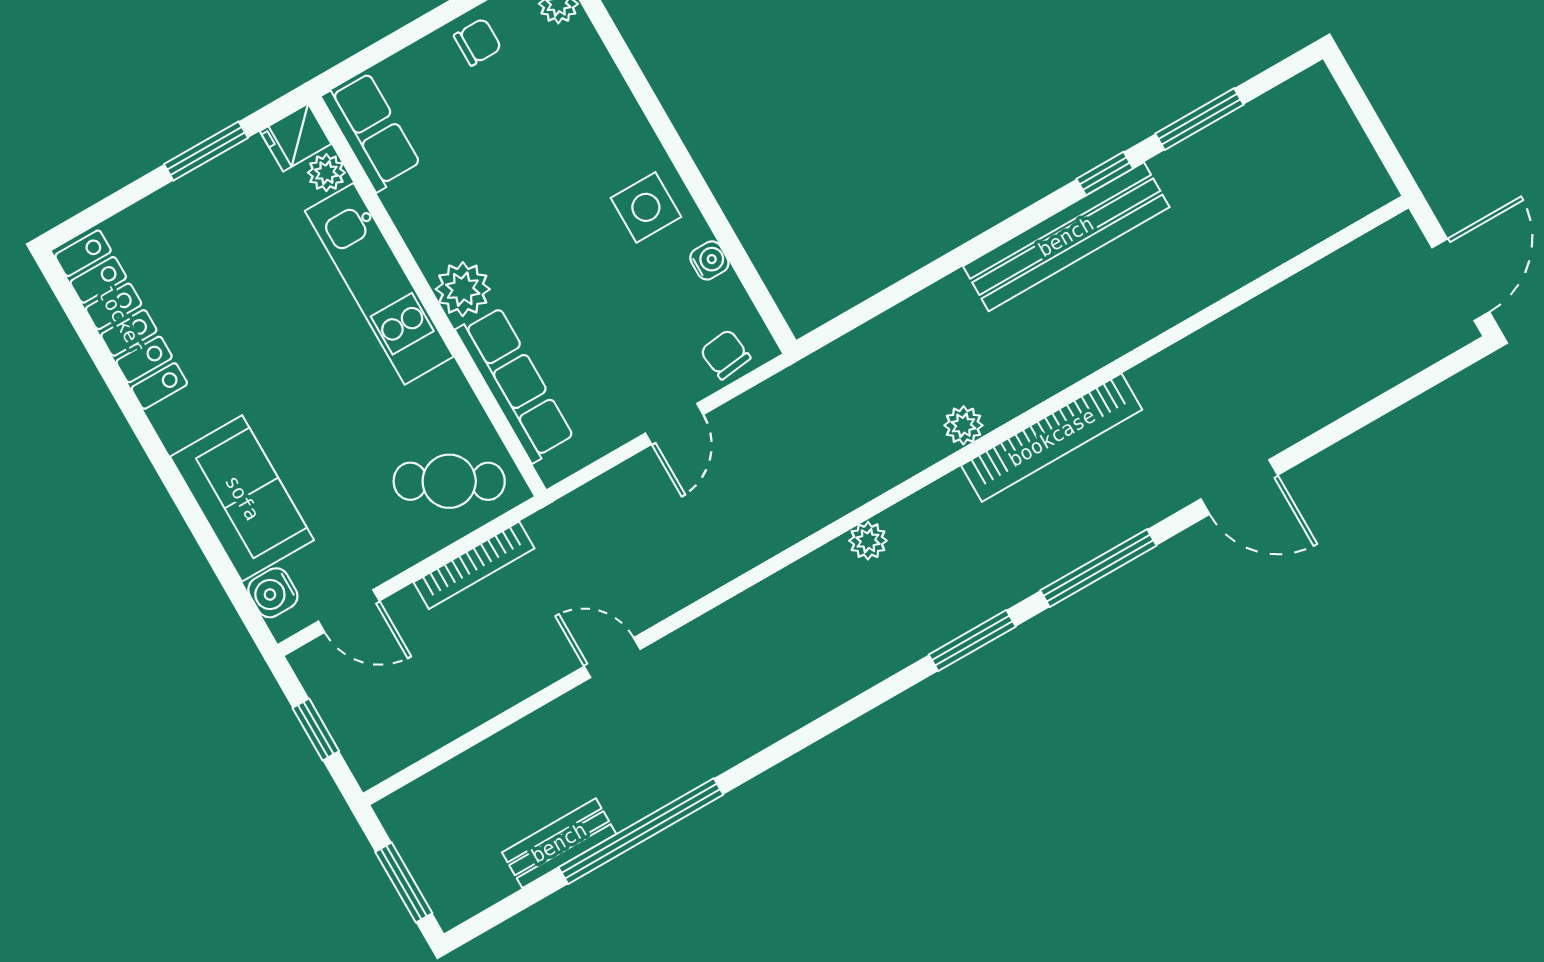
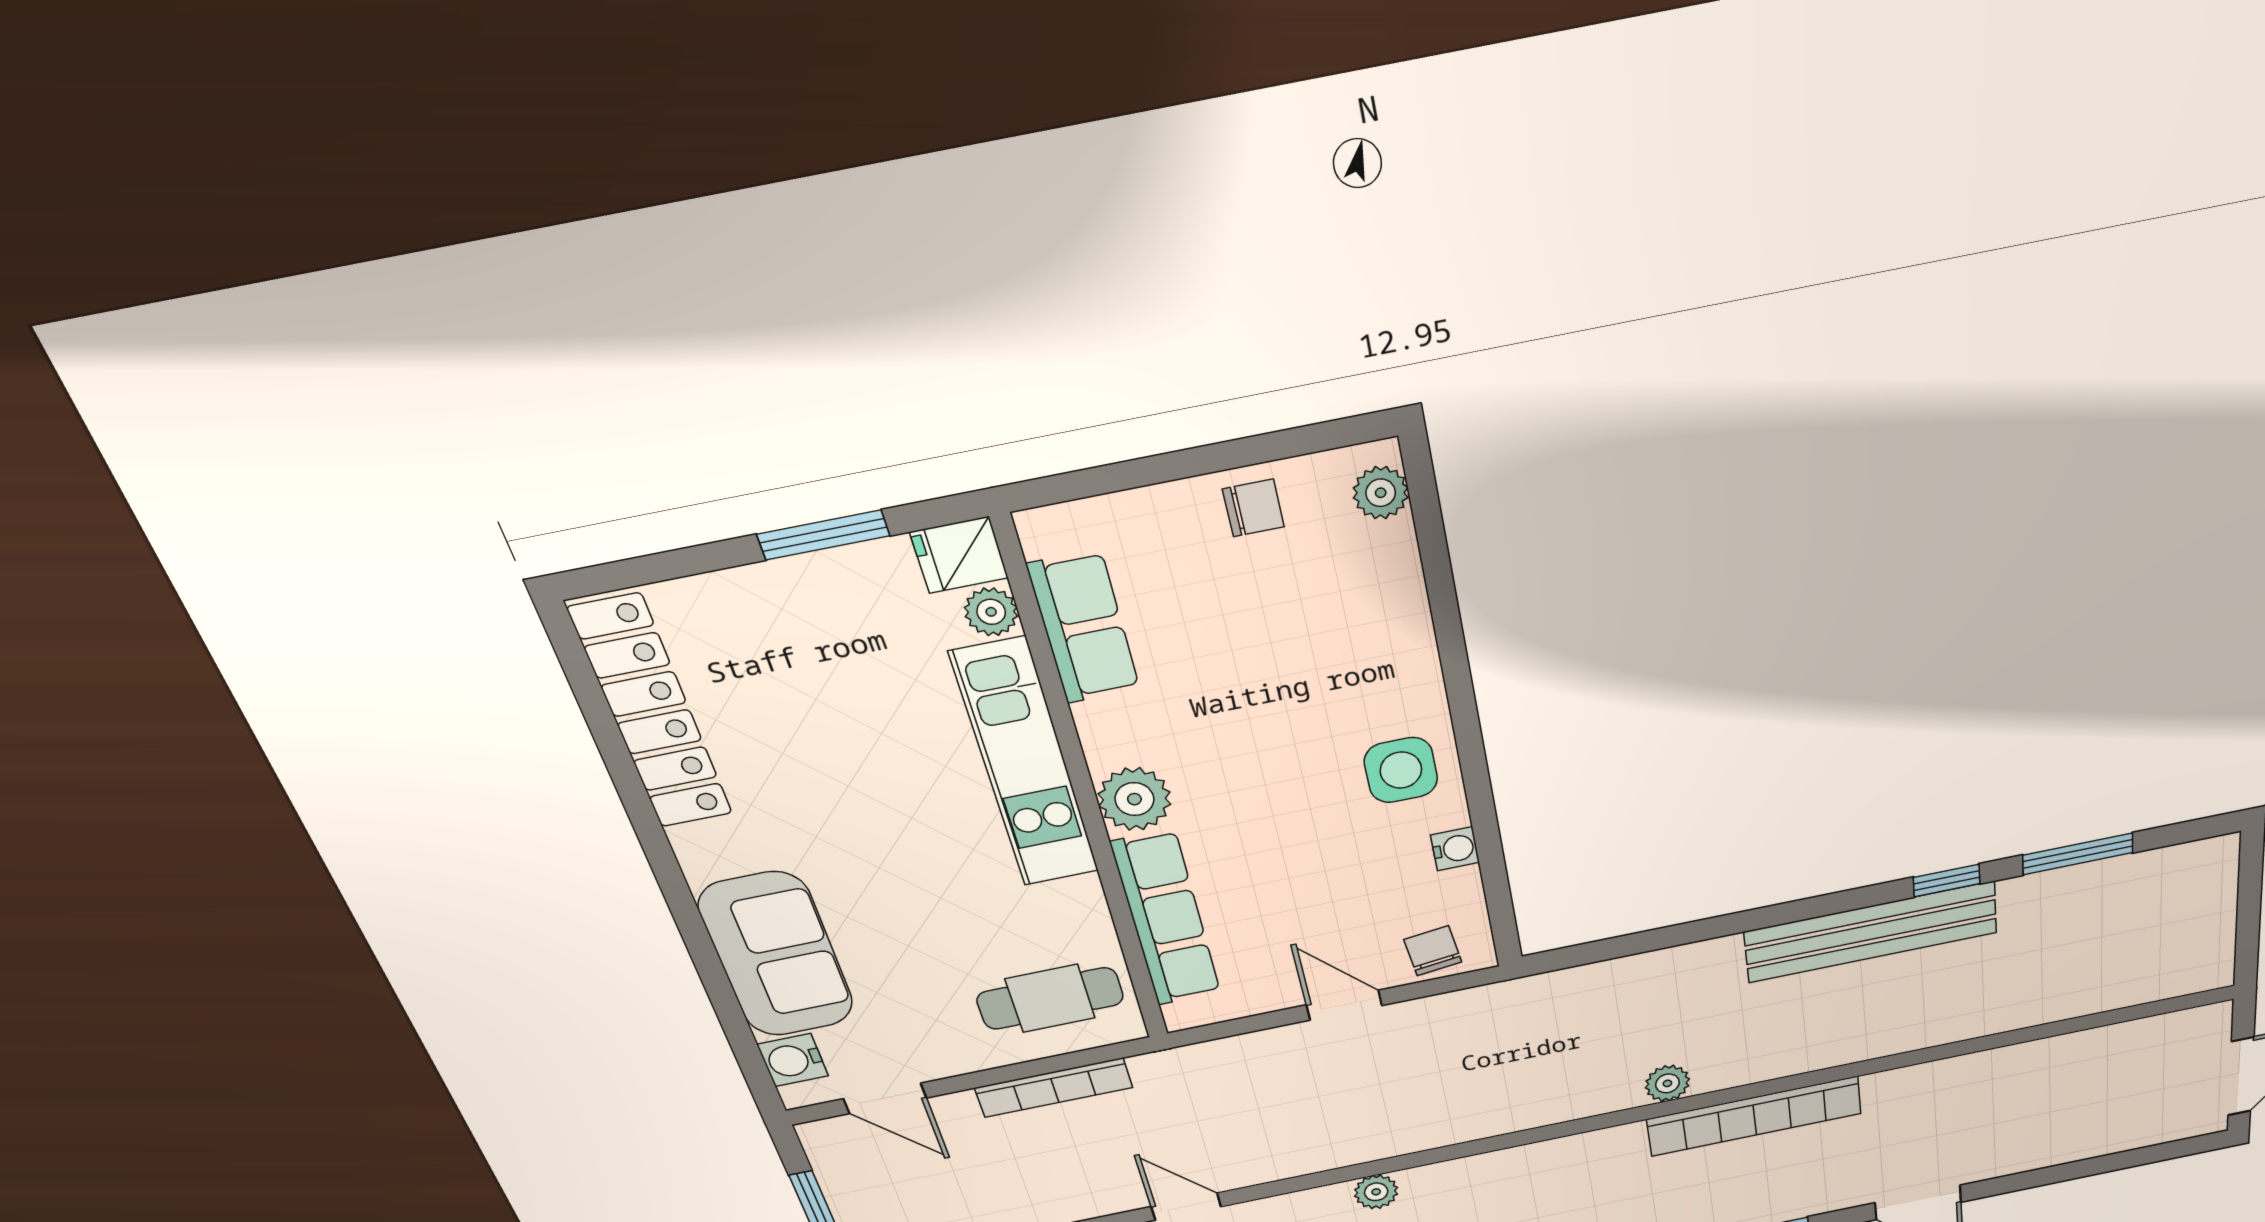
row of seats: (371, 131) -> (1084, 627), moved
door: (674, 424) -> (1344, 1005), swing flipped
cafe table: (449, 481) -> (1050, 998), turned -30
plant: (868, 541) -> (1376, 1192), moved

